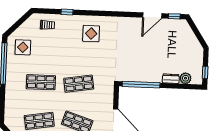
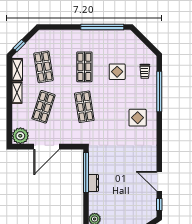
window: (67, 12) -> (159, 91), width x3.17
display table: (23, 47) -> (117, 72), moved
dresser: (171, 79) -> (94, 183), moved

